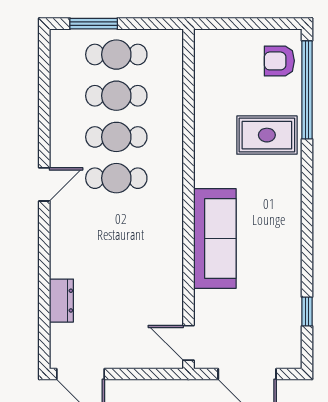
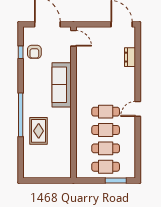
armchair: (279, 61) -> (34, 52), moved, turned 90
window: (307, 90) -> (21, 115), moved
rug: (267, 135) -> (39, 131), turned 90

